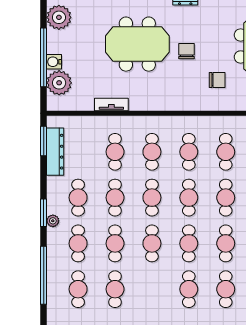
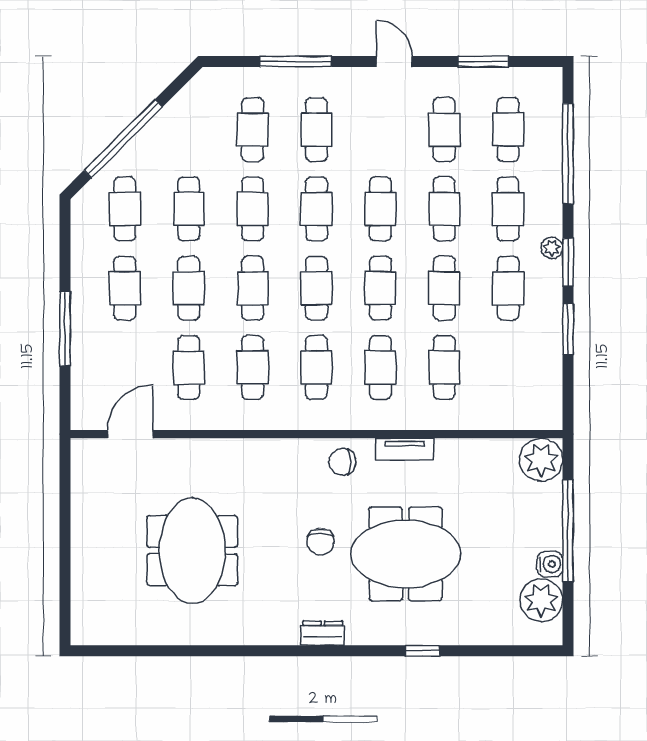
water cooler: (54, 62) -> (550, 564), moved
chair: (217, 80) -> (342, 462), moved
plant: (59, 83) -> (541, 460), moved
tv unit: (111, 105) -> (405, 449), moved
window: (44, 141) -> (568, 329), moved
dresser: (55, 152) -> (548, 368), removed

